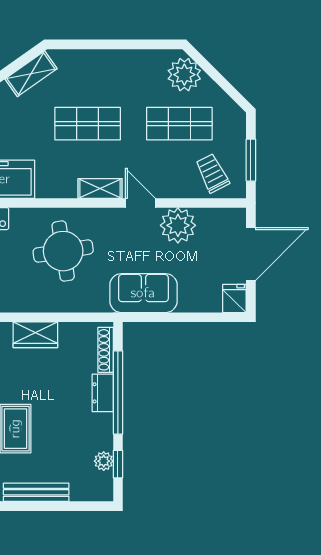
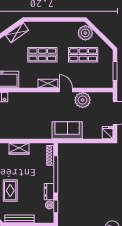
trolley: (212, 173) -> (98, 77), removed
round table: (63, 251) -> (31, 111), removed
dresser: (103, 393) -> (49, 192), moved

